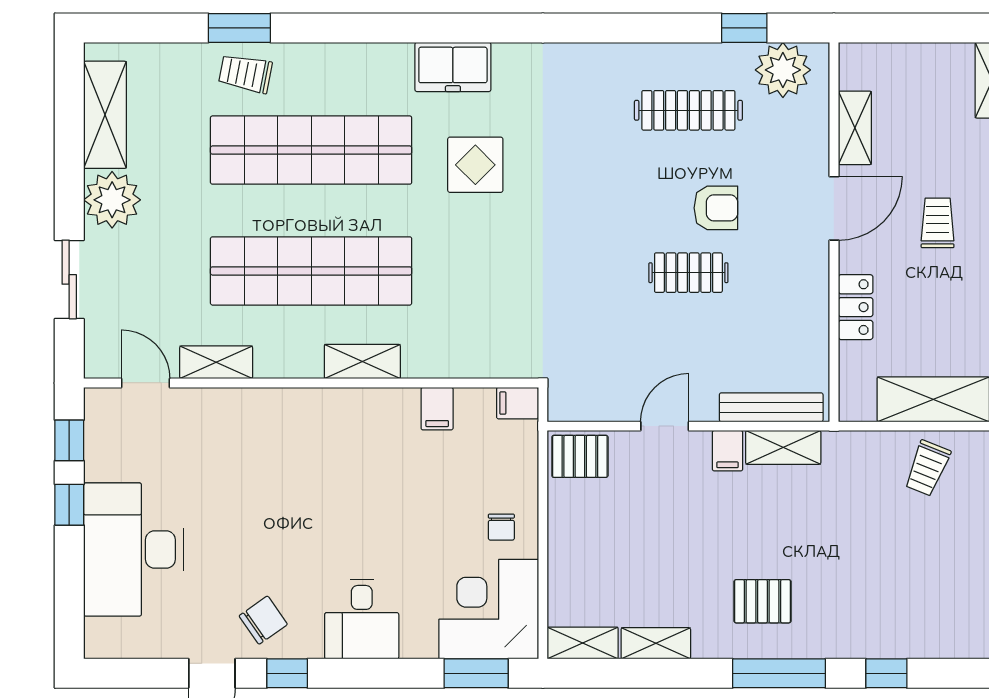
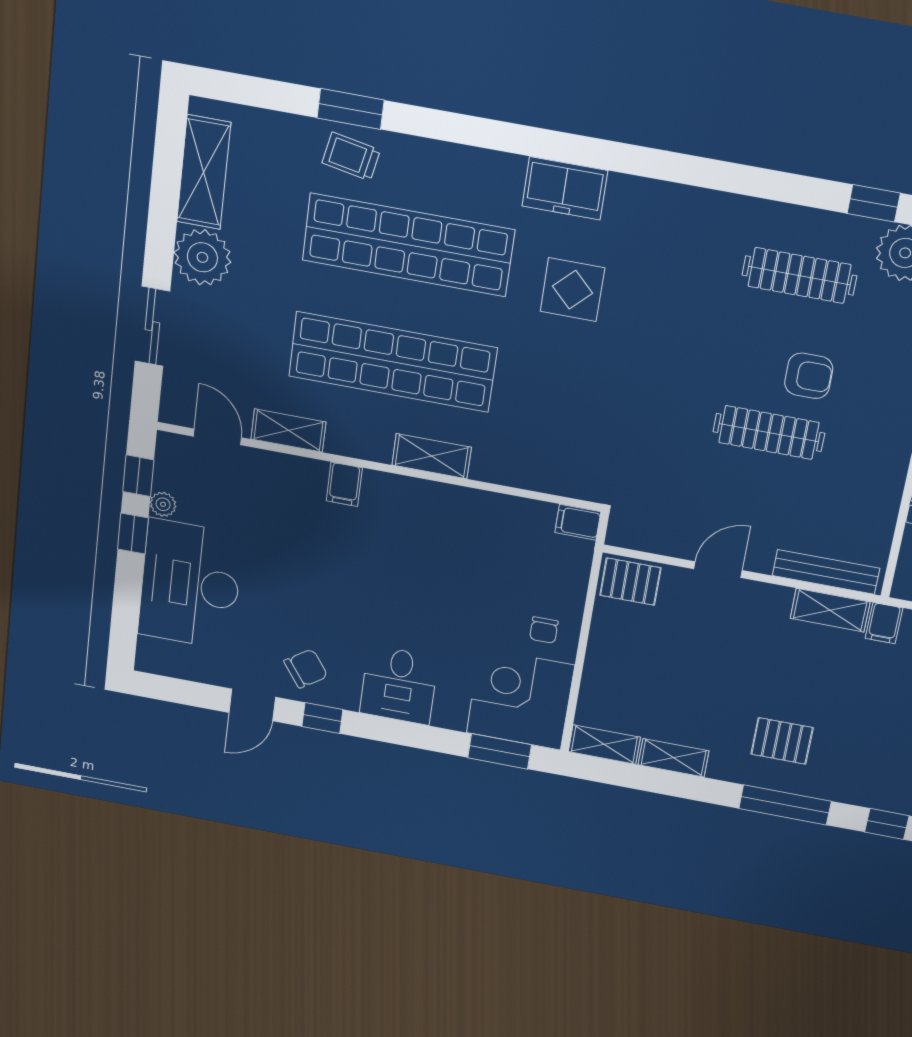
clothes rail: (688, 273) -> (769, 432), width x1.36
filing cabinet: (437, 409) -> (344, 484), moved
filing cabinet: (727, 451) -> (884, 623), moved
plant: (97, 466) -> (163, 504), added

